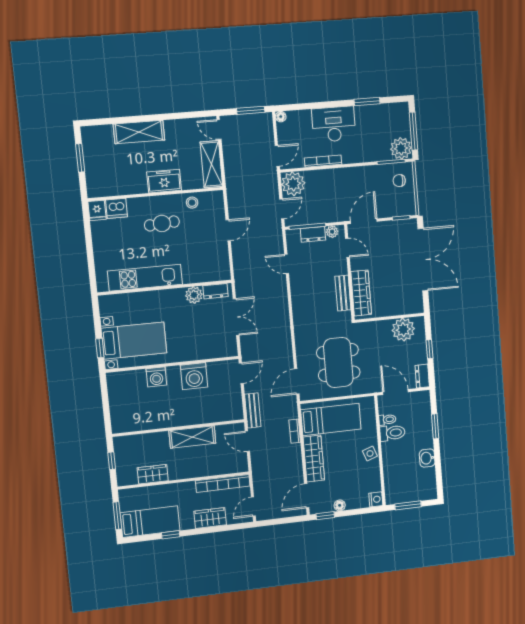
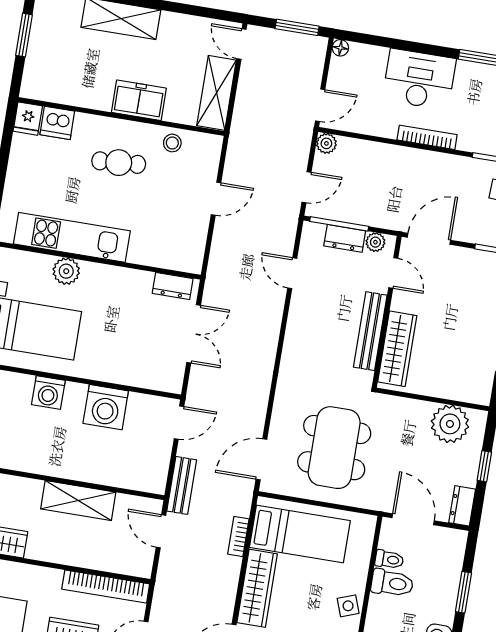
bookcase: (323, 161) -> (427, 137), moved
plant: (293, 184) -> (326, 143), width x0.53, depth x0.53
bench: (343, 293) -> (370, 331), width x1.36
plant: (194, 295) -> (66, 271), moved

